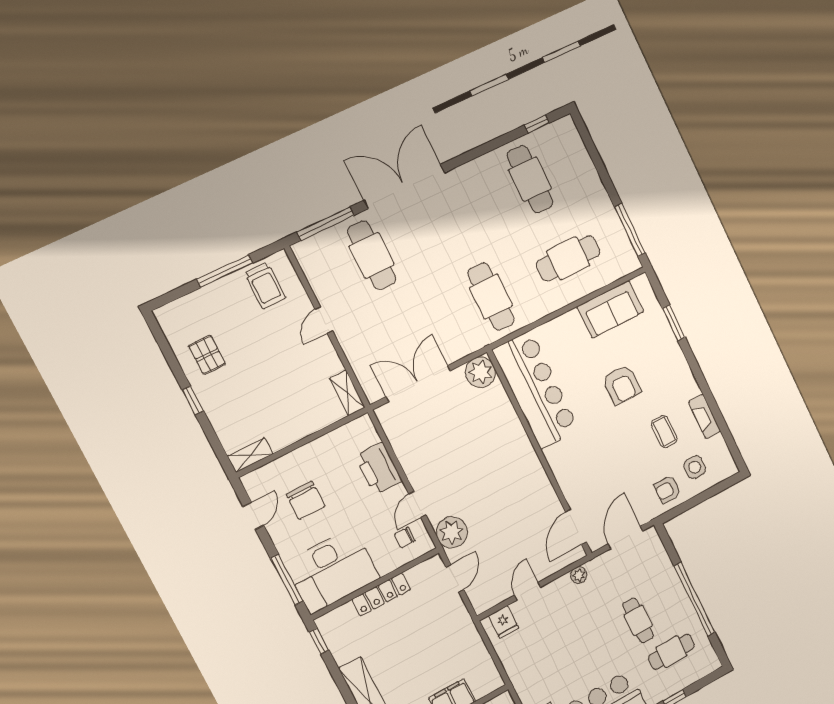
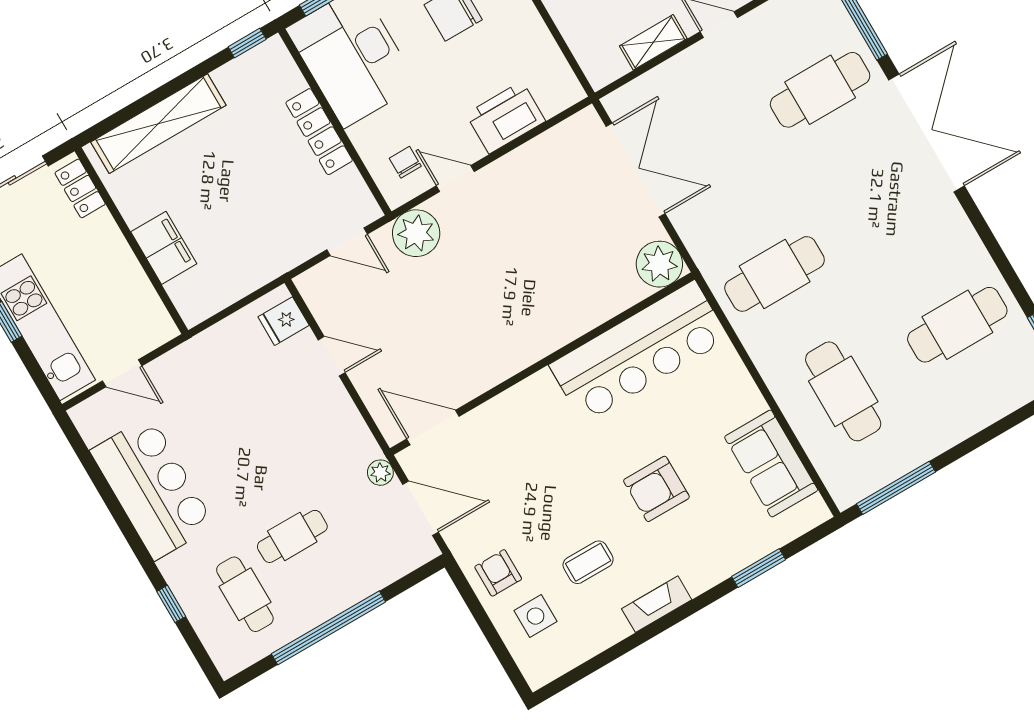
shelving: (347, 393) -> (653, 42), moved
fireplace: (705, 416) -> (657, 604), moved
plant: (579, 575) -> (380, 473), moved

